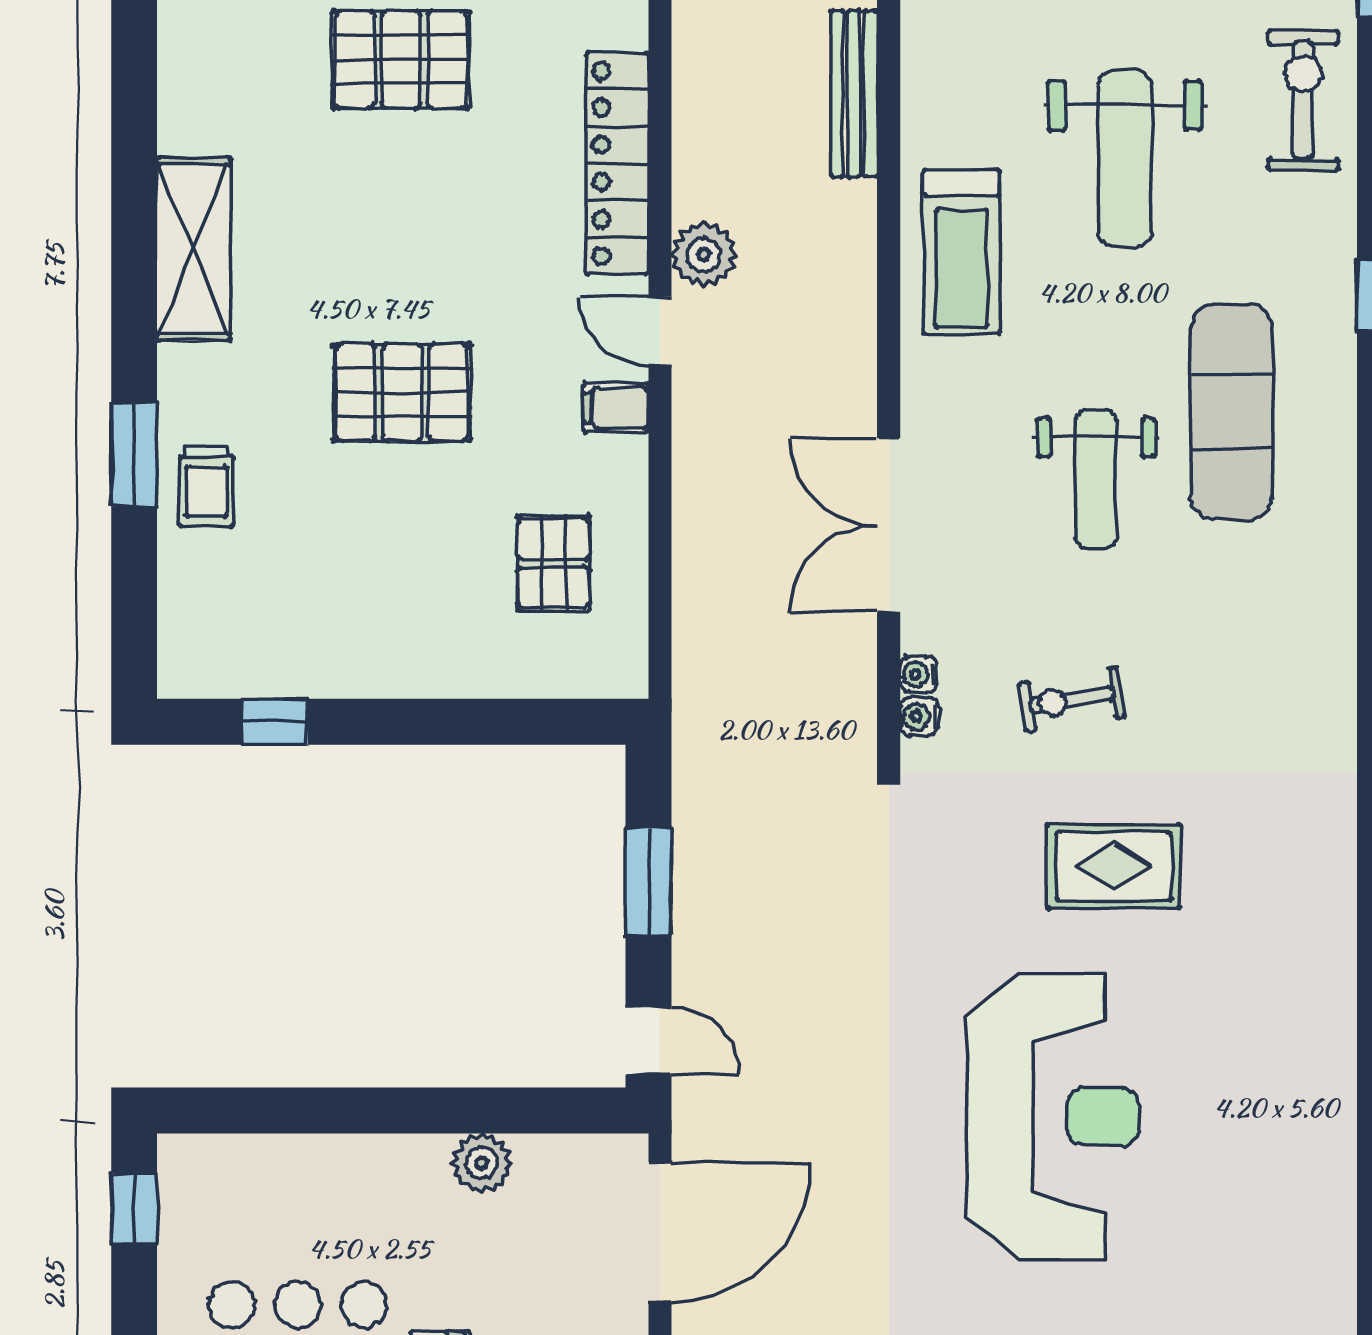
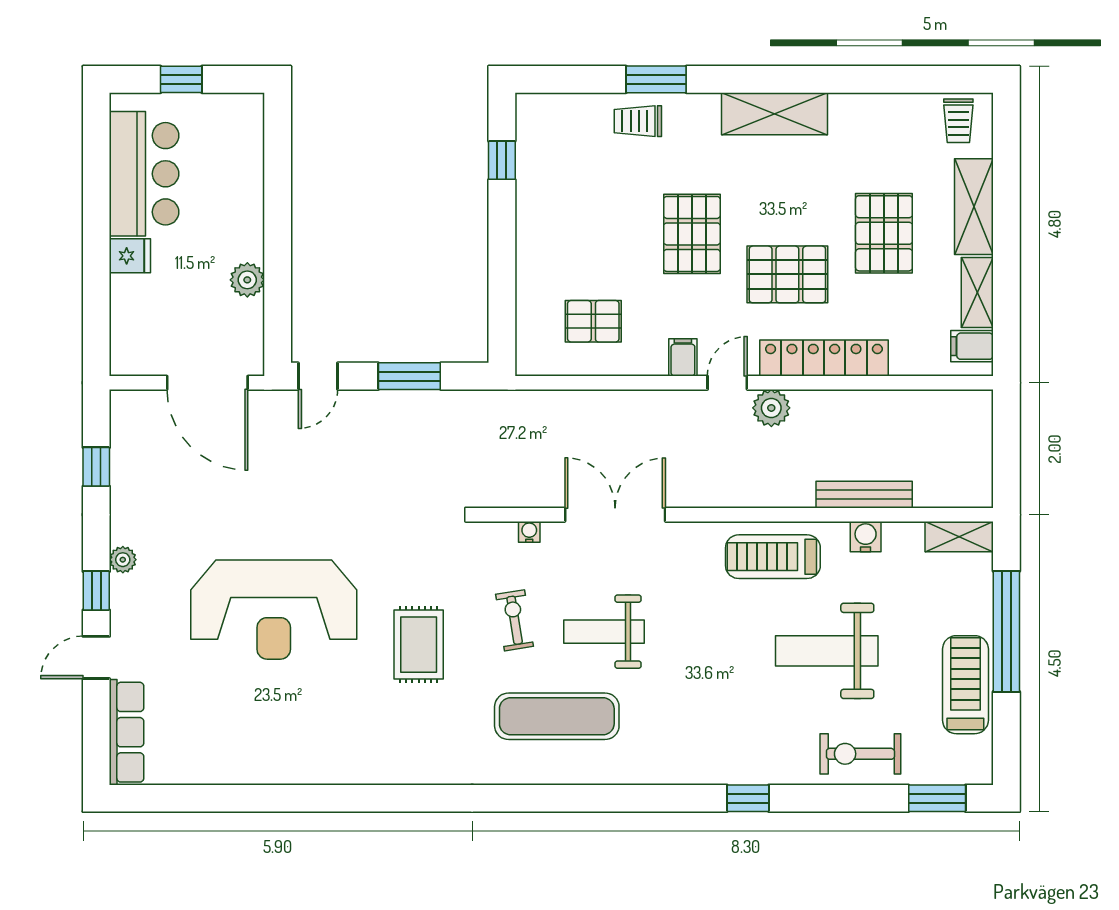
exercise bike: (1303, 100) -> (860, 754), turned 180
pallet: (472, 227) -> (787, 274), added
exercise mat: (1232, 412) -> (557, 716), moved
weight bench: (1096, 479) -> (604, 632), moved
water cooler: (919, 716) -> (866, 537), moved, width x1.38, depth x1.38
window: (134, 1209) -> (181, 79), moved

